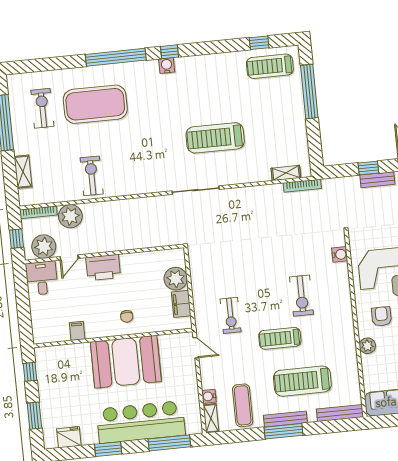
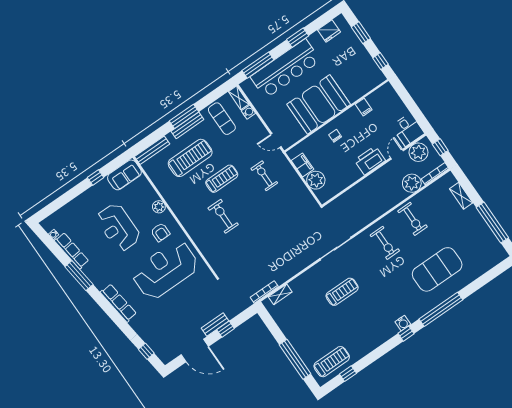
exercise bike: (42, 108) -> (385, 243), moved
treadmill: (215, 138) -> (342, 292), width x0.73, depth x0.73
water cooler: (340, 254) -> (212, 259), removed

